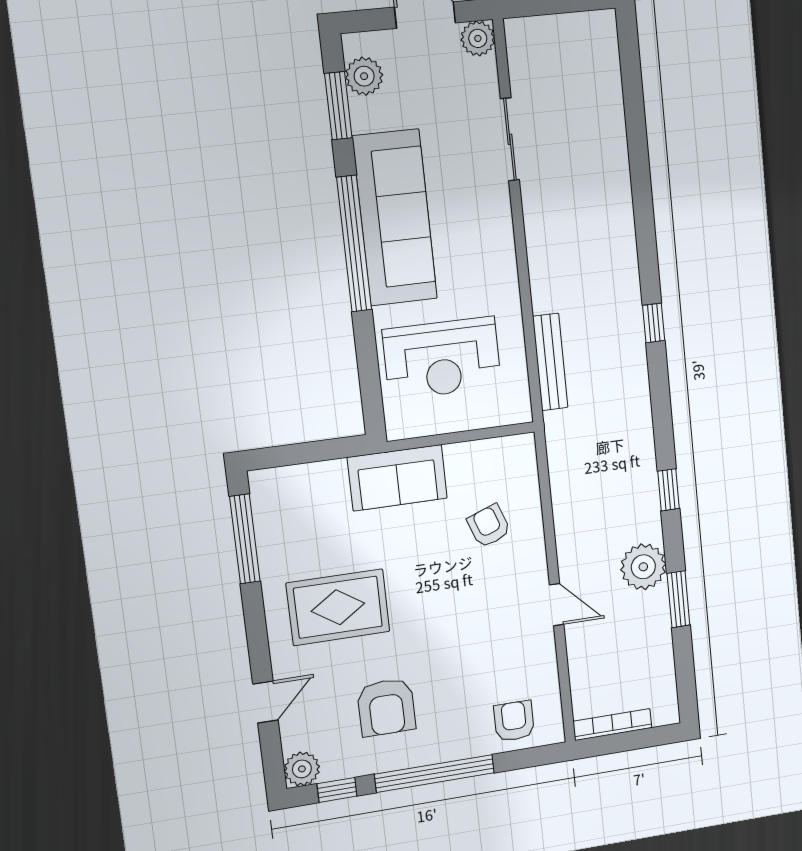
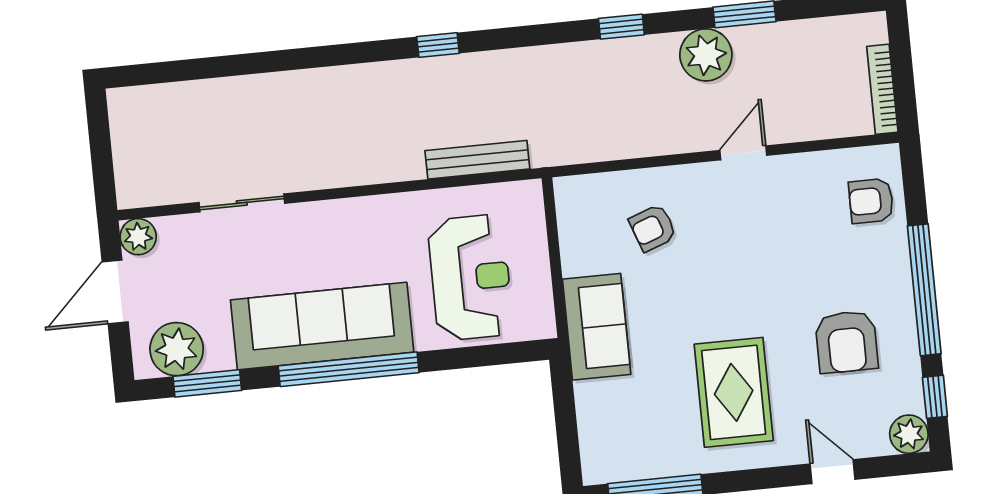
plant: (364, 76) -> (177, 349), width x1.36, depth x1.36
armchair: (386, 707) -> (847, 342), turned 90

